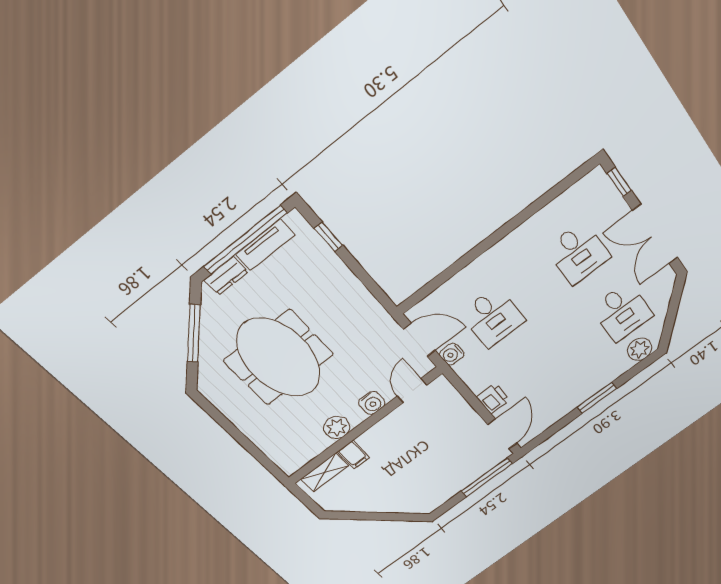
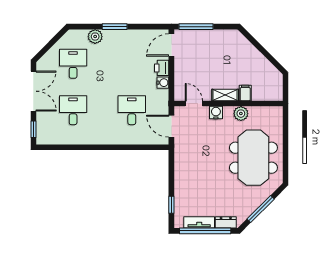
plant: (640, 349) -> (95, 37), moved
water cooler: (452, 354) -> (163, 83), moved
meeting table: (279, 358) -> (253, 158), moved
door: (412, 391) -> (194, 104), swing flipped
shelving: (324, 472) -> (225, 95), moved

